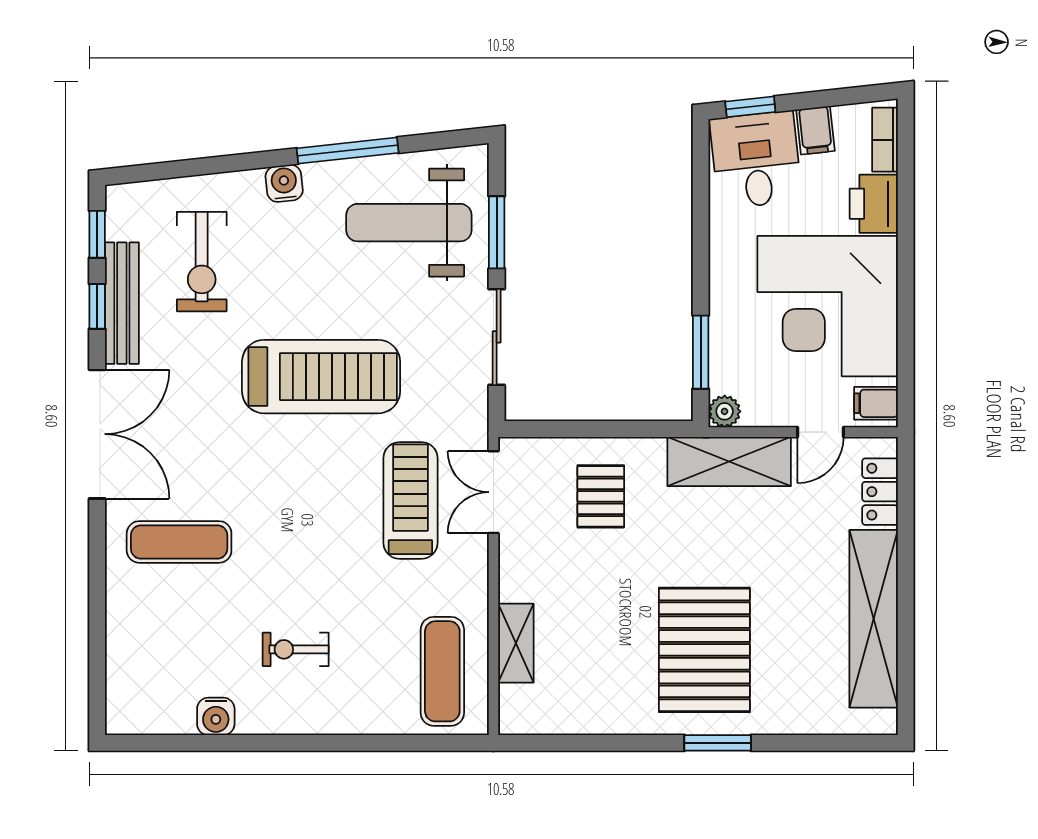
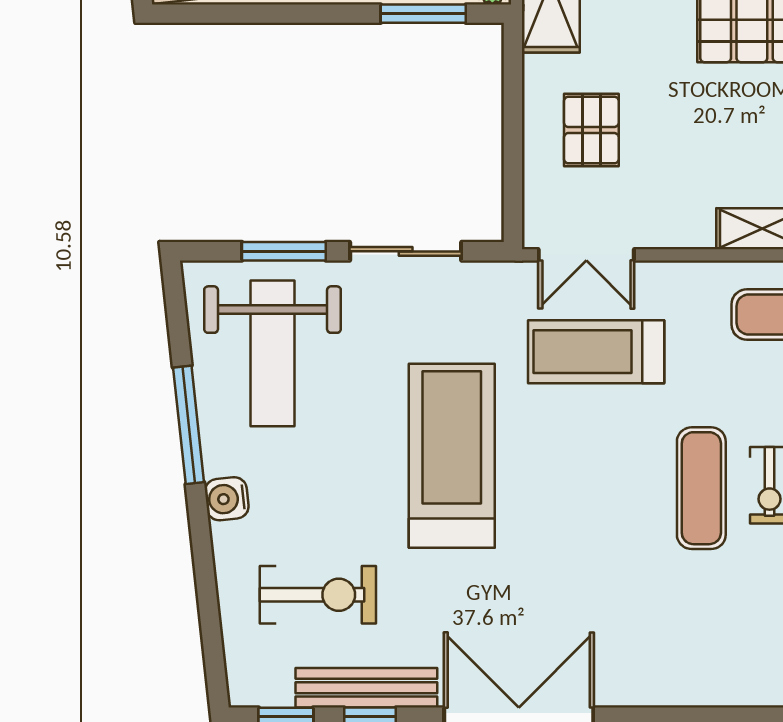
pallet: (601, 496) -> (591, 130), turned 90
exercise mat: (179, 542) -> (701, 488), moved

